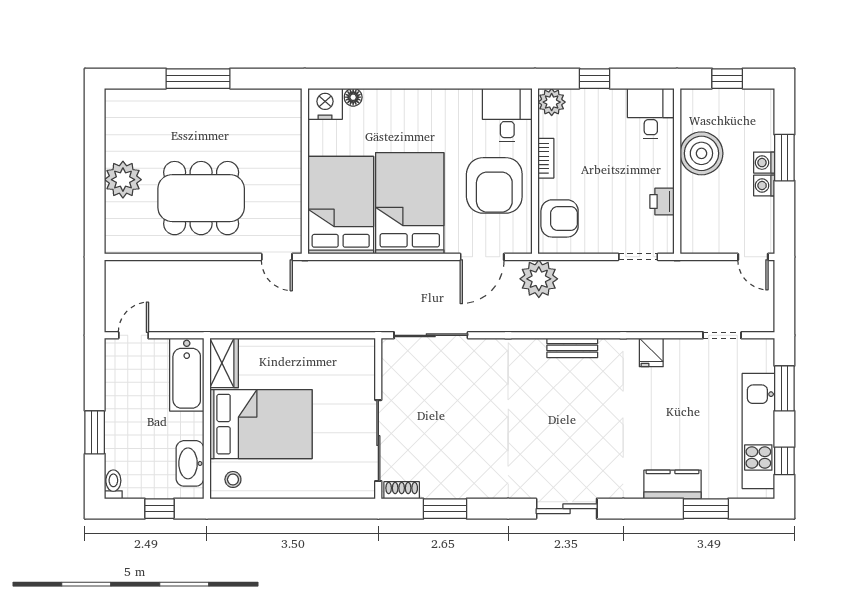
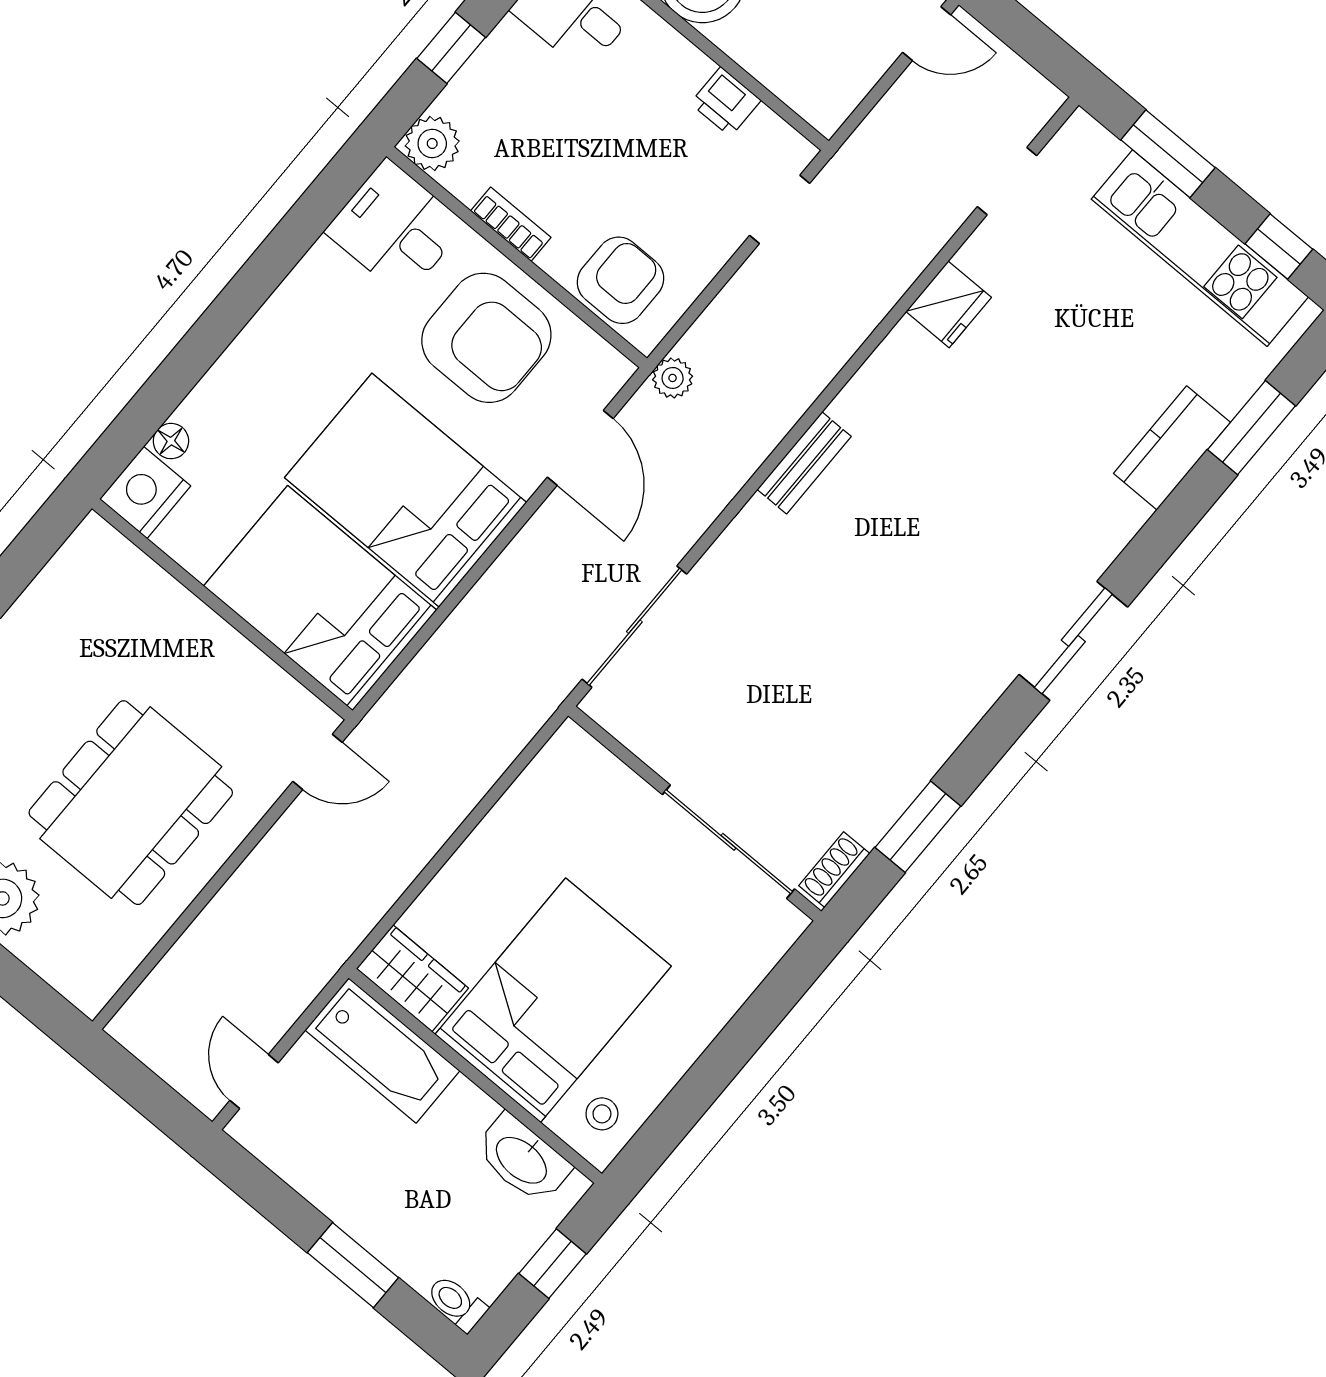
plant: (539, 279) -> (673, 378), width x0.53, depth x0.53
bench: (572, 348) -> (804, 463), moved
fridge: (651, 352) -> (949, 304), width x1.38

